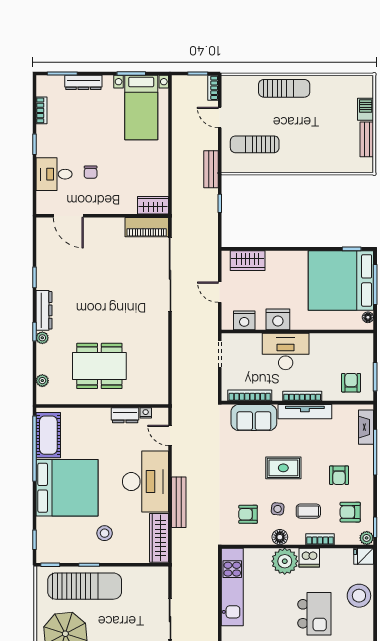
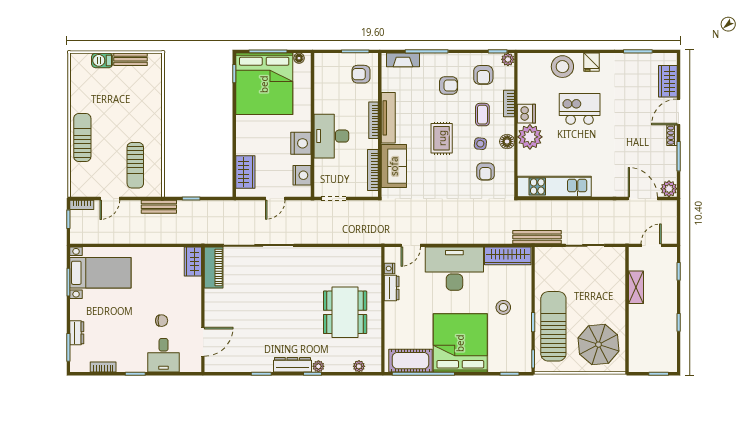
dresser: (83, 82) -> (77, 333), width x0.70
bench: (179, 502) -> (537, 237), moved
fridge: (364, 556) -> (591, 62), moved

